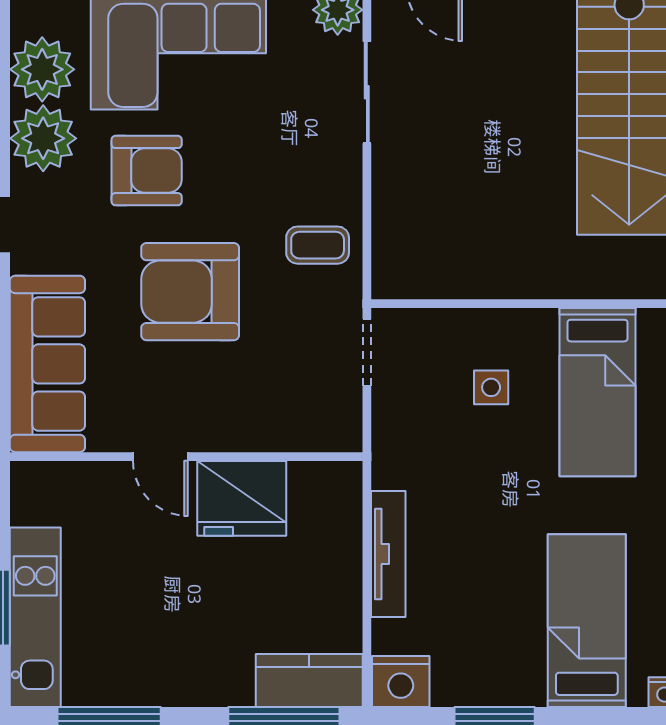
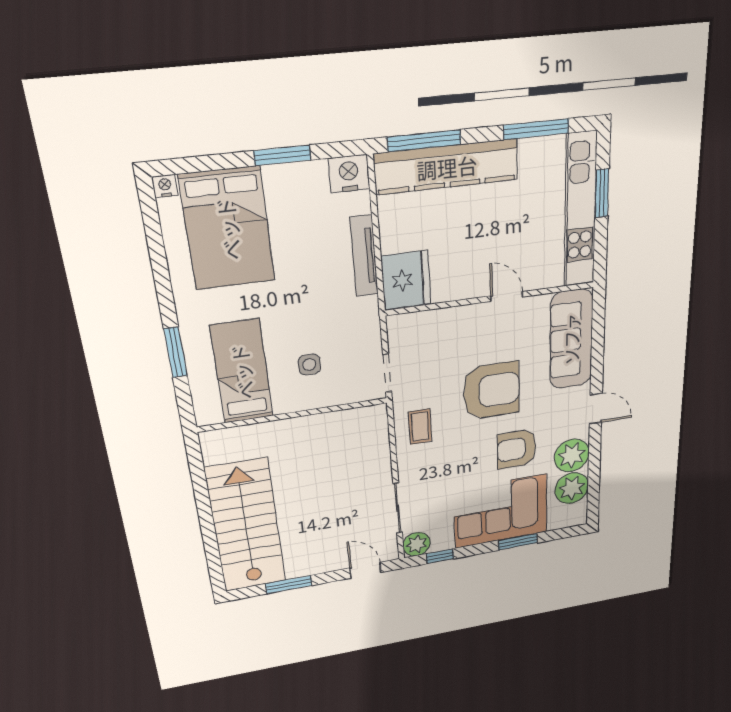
coffee table: (318, 245) -> (420, 427), turned 90
fridge: (242, 498) -> (406, 280), moved, turned 90
kitchen unit: (35, 617) -> (580, 210), width x1.36
bed: (587, 621) -> (228, 229), width x1.50
kitchen counter: (309, 681) -> (447, 167), width x2.08, depth x1.17

